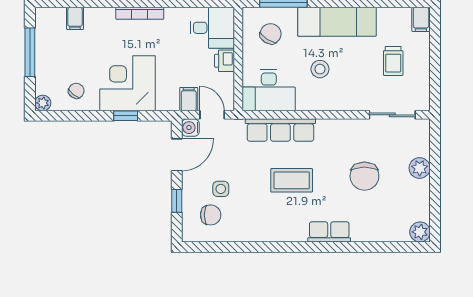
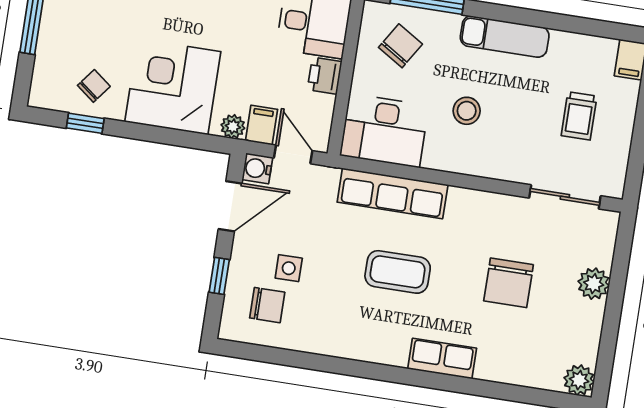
exam couch: (337, 22) -> (505, 37), width x0.73, depth x0.69
plant: (43, 103) -> (233, 127), moved
window: (126, 116) -> (85, 123), moved

